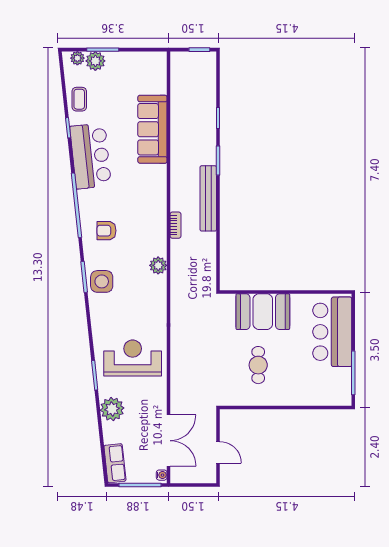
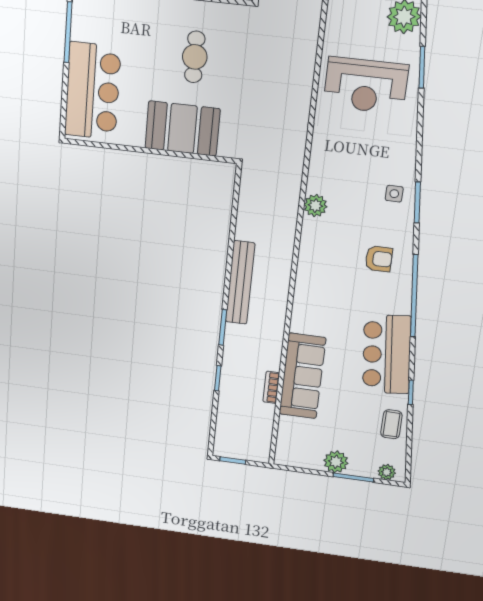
plant: (95, 61) -> (336, 462), moved
bookcase: (176, 225) -> (271, 387), moved
side table: (102, 281) -> (394, 194), width x0.54, depth x0.54

